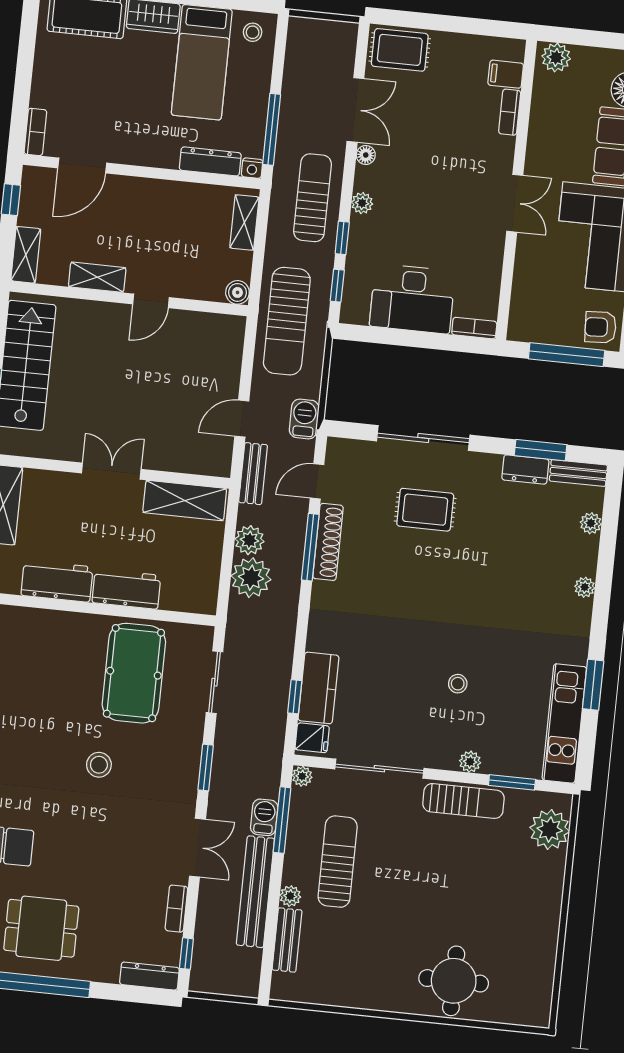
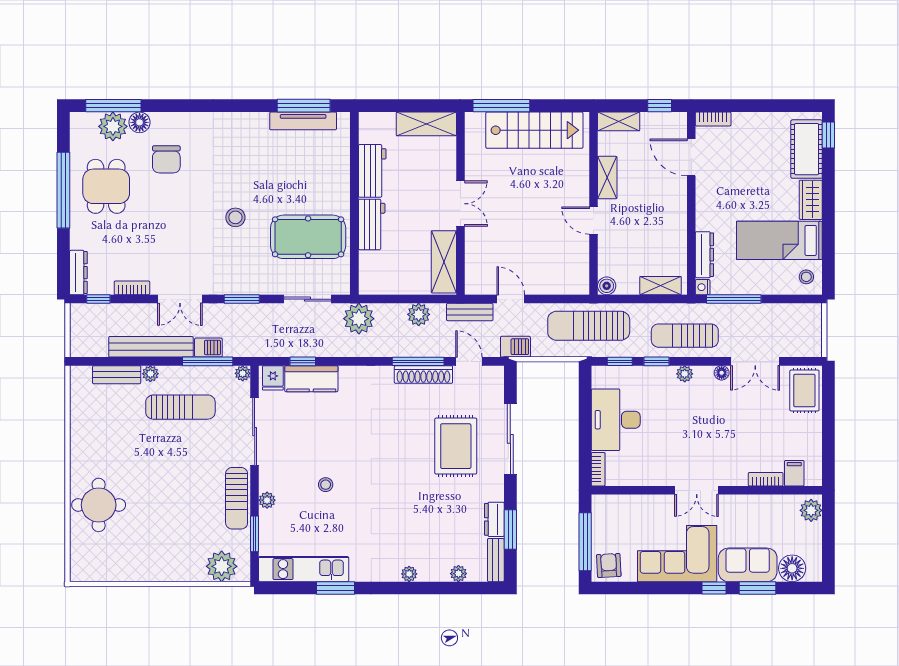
sun lounger: (313, 198) -> (685, 336), turned 180
rug: (425, 510) -> (456, 446), width x1.36, depth x1.43
plant: (251, 578) -> (359, 319), moved

